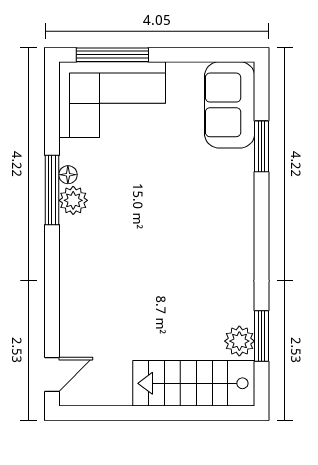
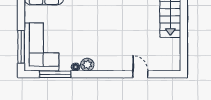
window: (52, 190) -> (55, 74), moved
door: (52, 374) -> (140, 74), moved

